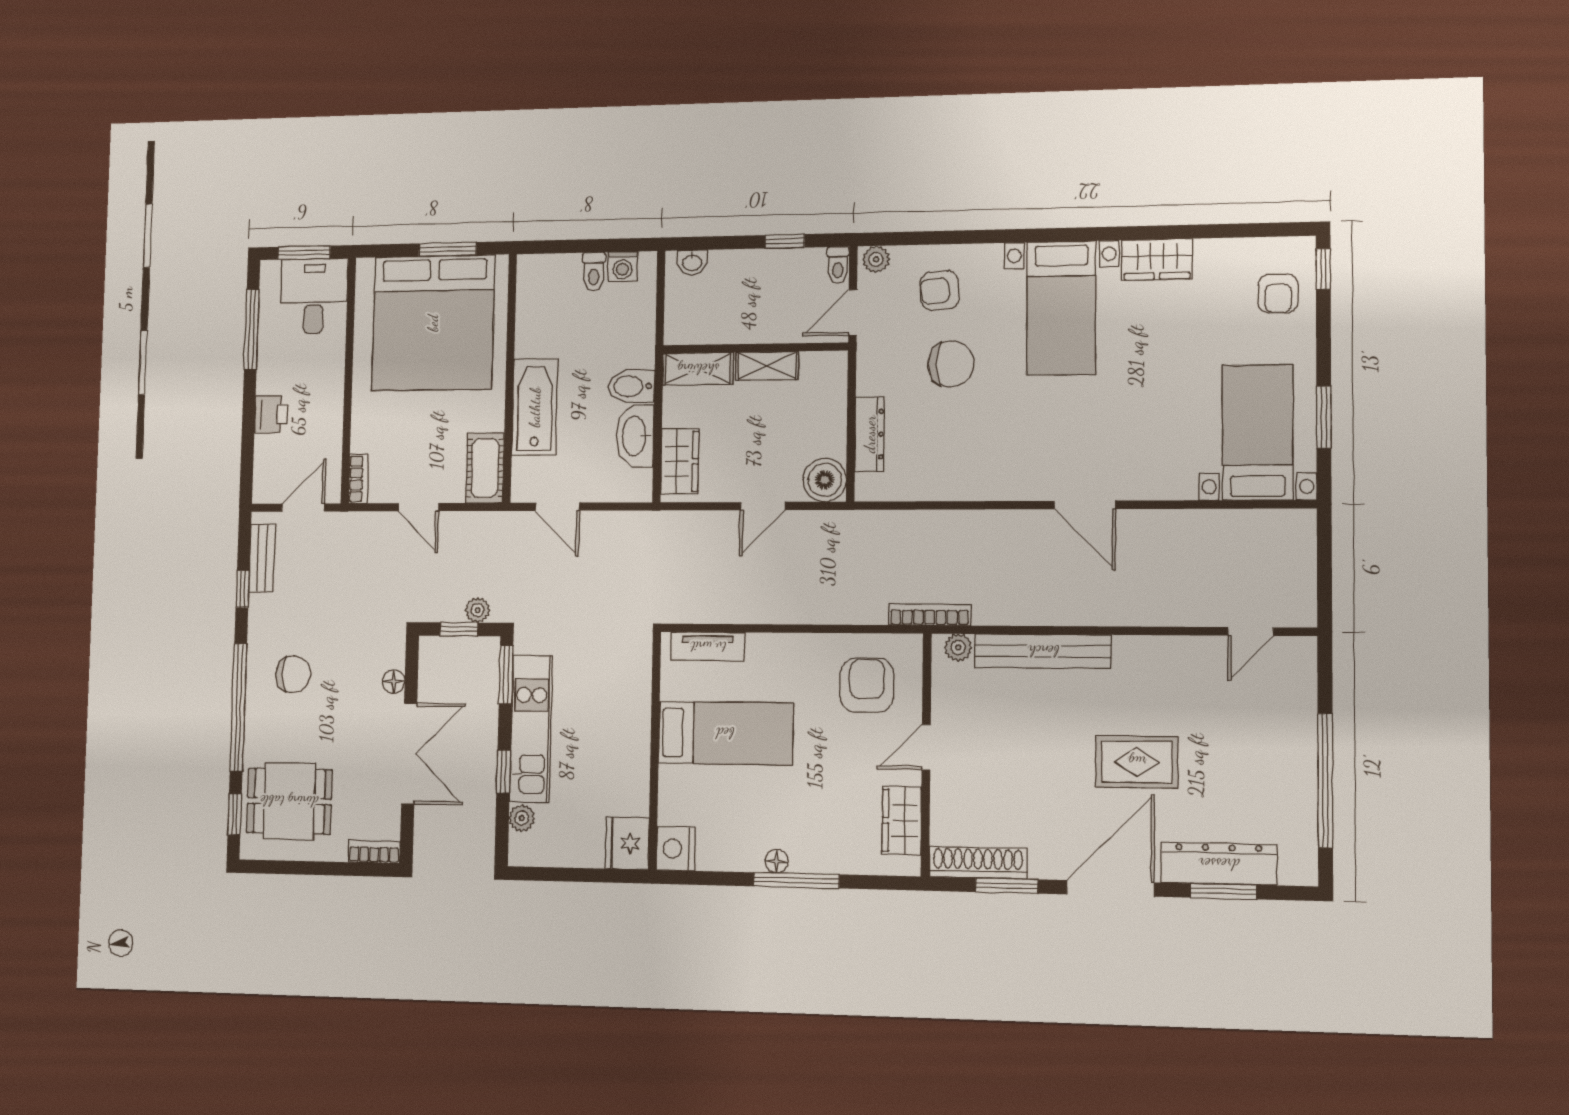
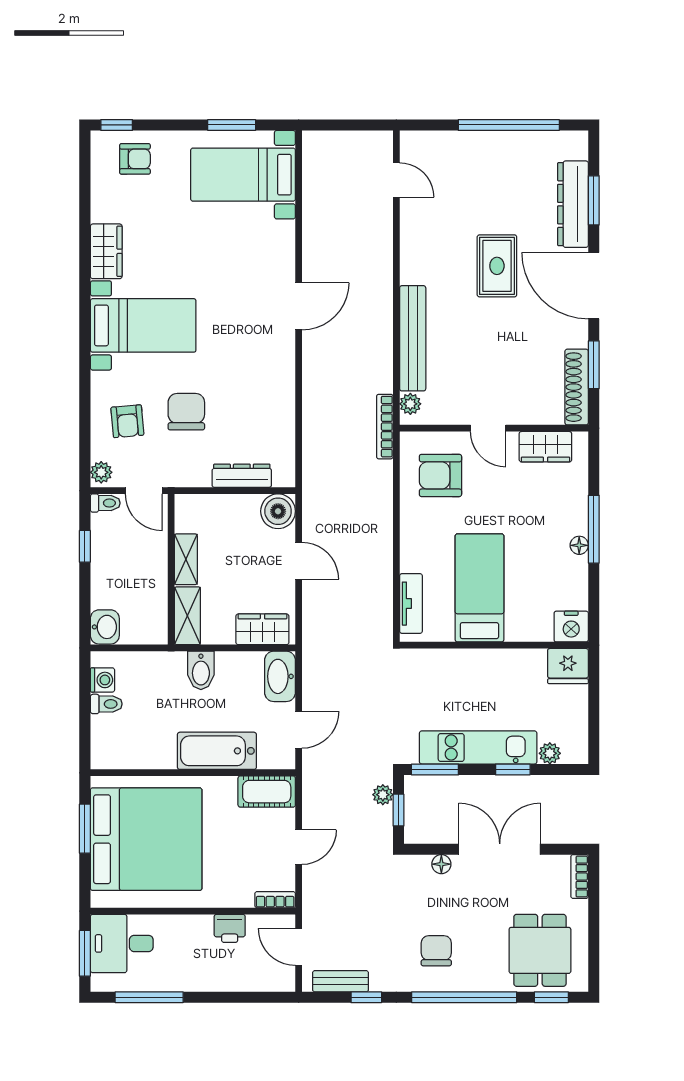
washbasin: (692, 262) -> (105, 627), width x1.38, depth x1.45
printer: (271, 414) -> (230, 928), moved, turned 180
washbasin: (635, 436) -> (280, 676), moved, turned 90

